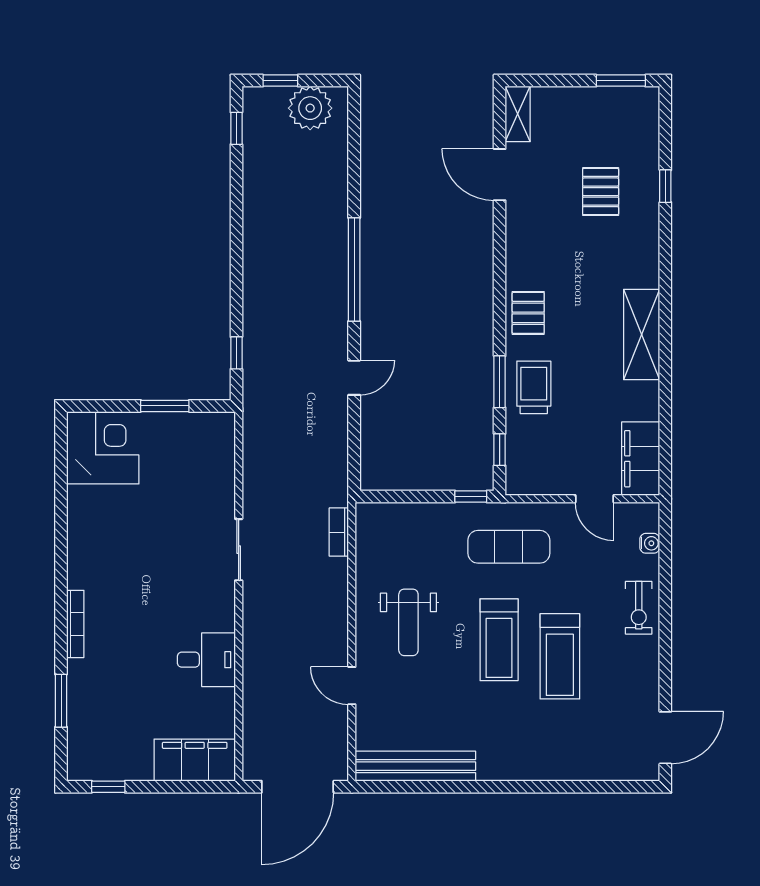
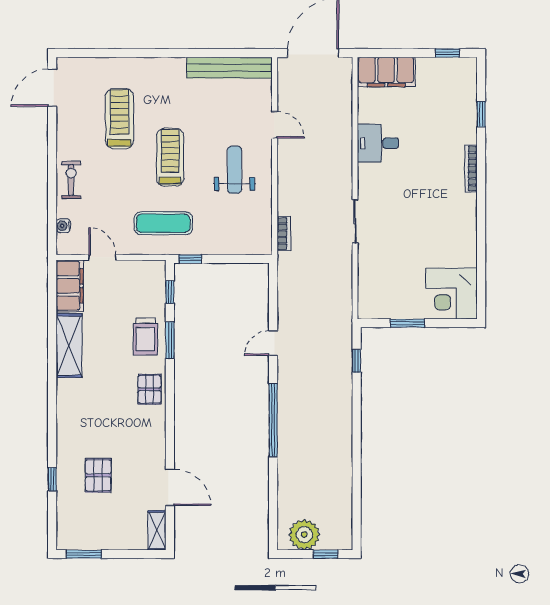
window: (236, 128) -> (357, 520), removed
shelving: (642, 335) -> (69, 346), moved
treadmill: (560, 656) -> (120, 119), moved
window: (61, 701) -> (481, 114), width x0.67

